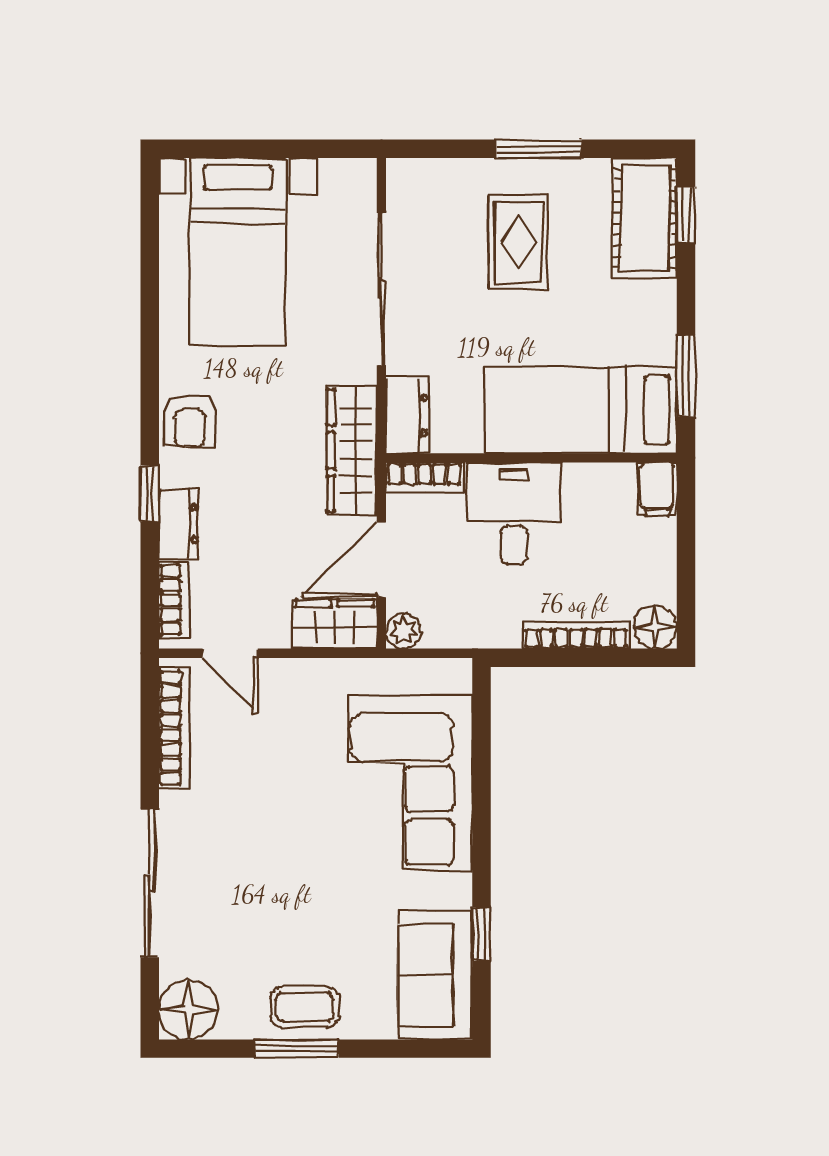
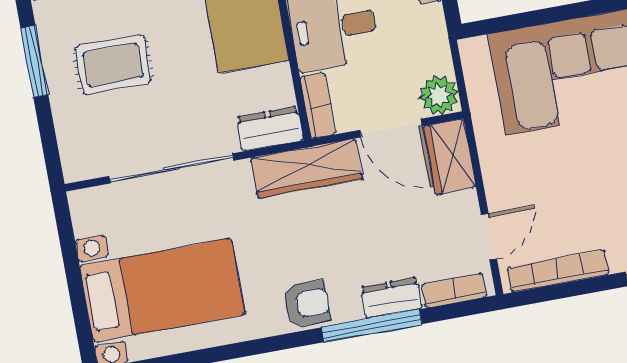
window: (150, 494) -> (372, 326), width x2.17
plant: (404, 631) -> (439, 95), width x1.38, depth x1.38

